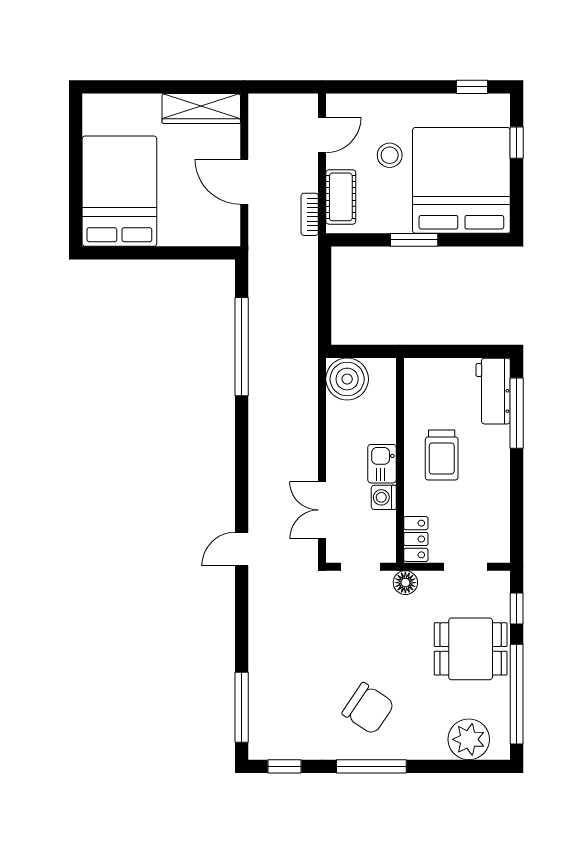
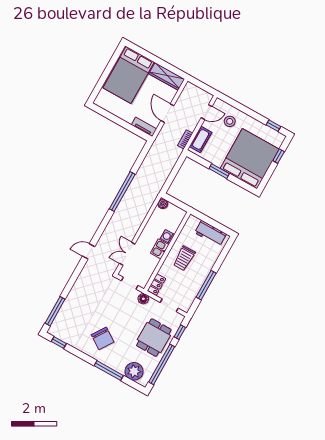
stool: (390, 155) -> (230, 121), moved
bed: (119, 191) -> (129, 75), moved, turned 180
tv unit: (213, 236) -> (144, 127), added
window: (242, 347) -> (122, 192), moved
boiler: (347, 379) -> (163, 204), width x0.54, depth x0.54
workbench: (493, 391) -> (211, 233), moved, turned -90
window: (517, 413) -> (206, 285), moved
washing machine: (384, 497) -> (167, 236), moved
dining table: (471, 649) -> (154, 338), turned 90
window: (371, 766) -> (109, 371), moved

